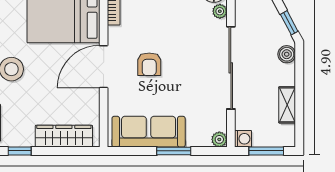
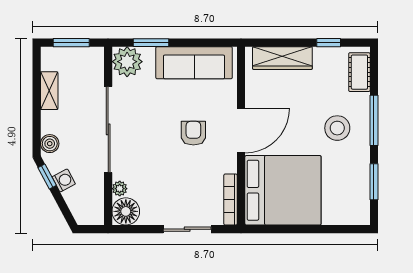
plant: (219, 139) -> (127, 62), width x1.87, depth x1.87
washing machine: (243, 139) -> (64, 180), moved, turned 152
window: (174, 151) -> (151, 43), moved

